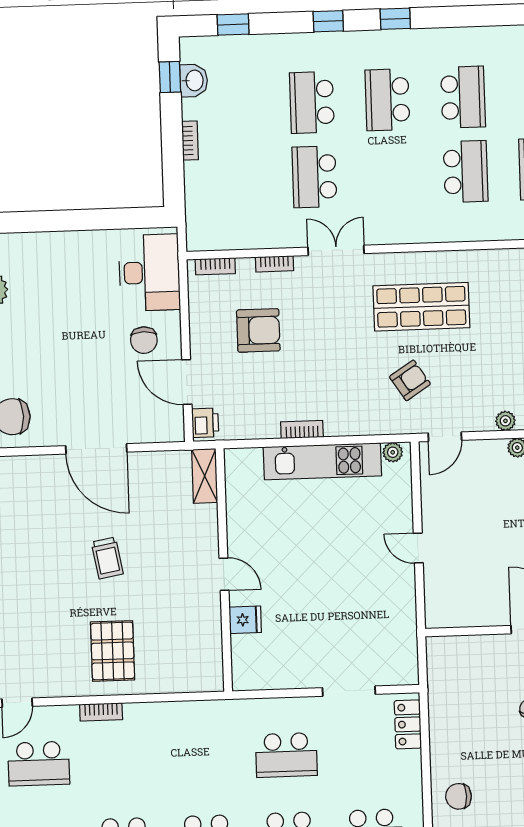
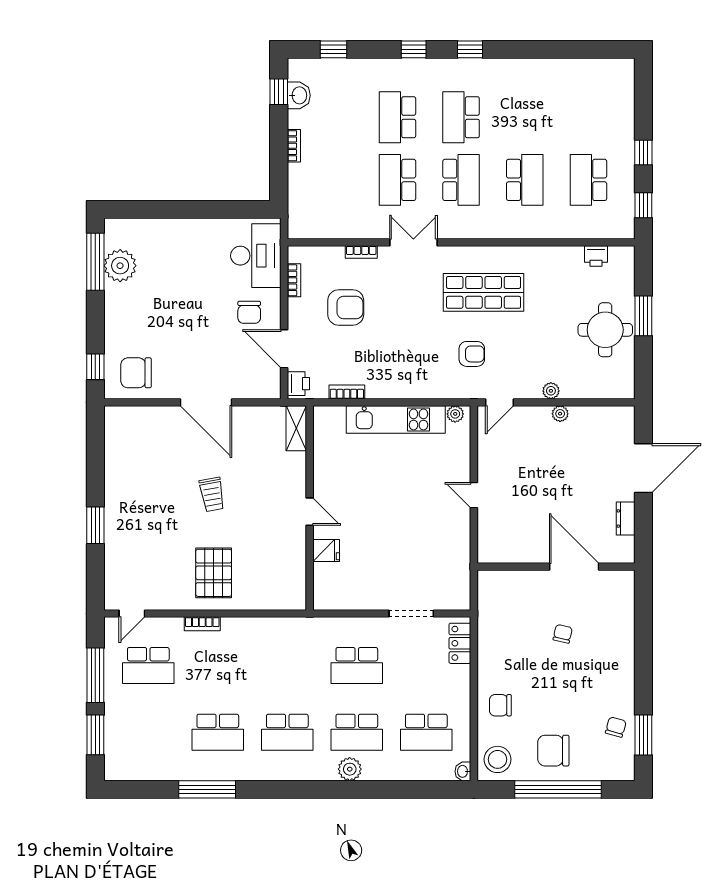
school desk: (463, 97) -> (461, 180), moved
bookcase: (215, 266) -> (294, 280), moved, turned -90
armchair: (410, 380) -> (472, 354), turned 33
bookcase: (302, 429) -> (347, 392), moved

